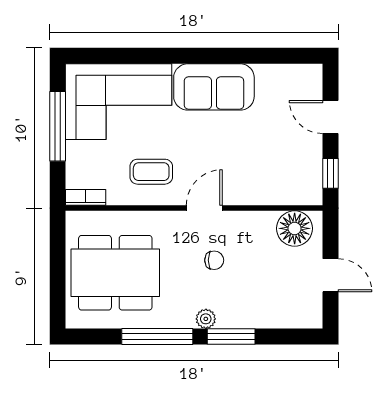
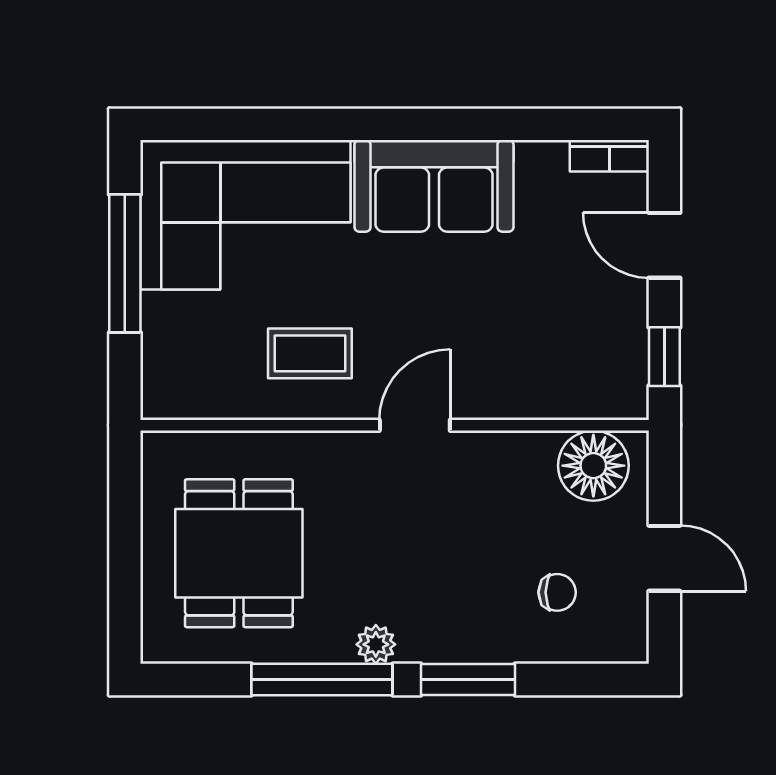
bookcase: (86, 197) -> (609, 156), moved, turned 180
chair: (214, 260) -> (557, 592), moved
dining table: (115, 273) -> (239, 553), width x0.73
plant: (206, 319) -> (376, 644), moved

